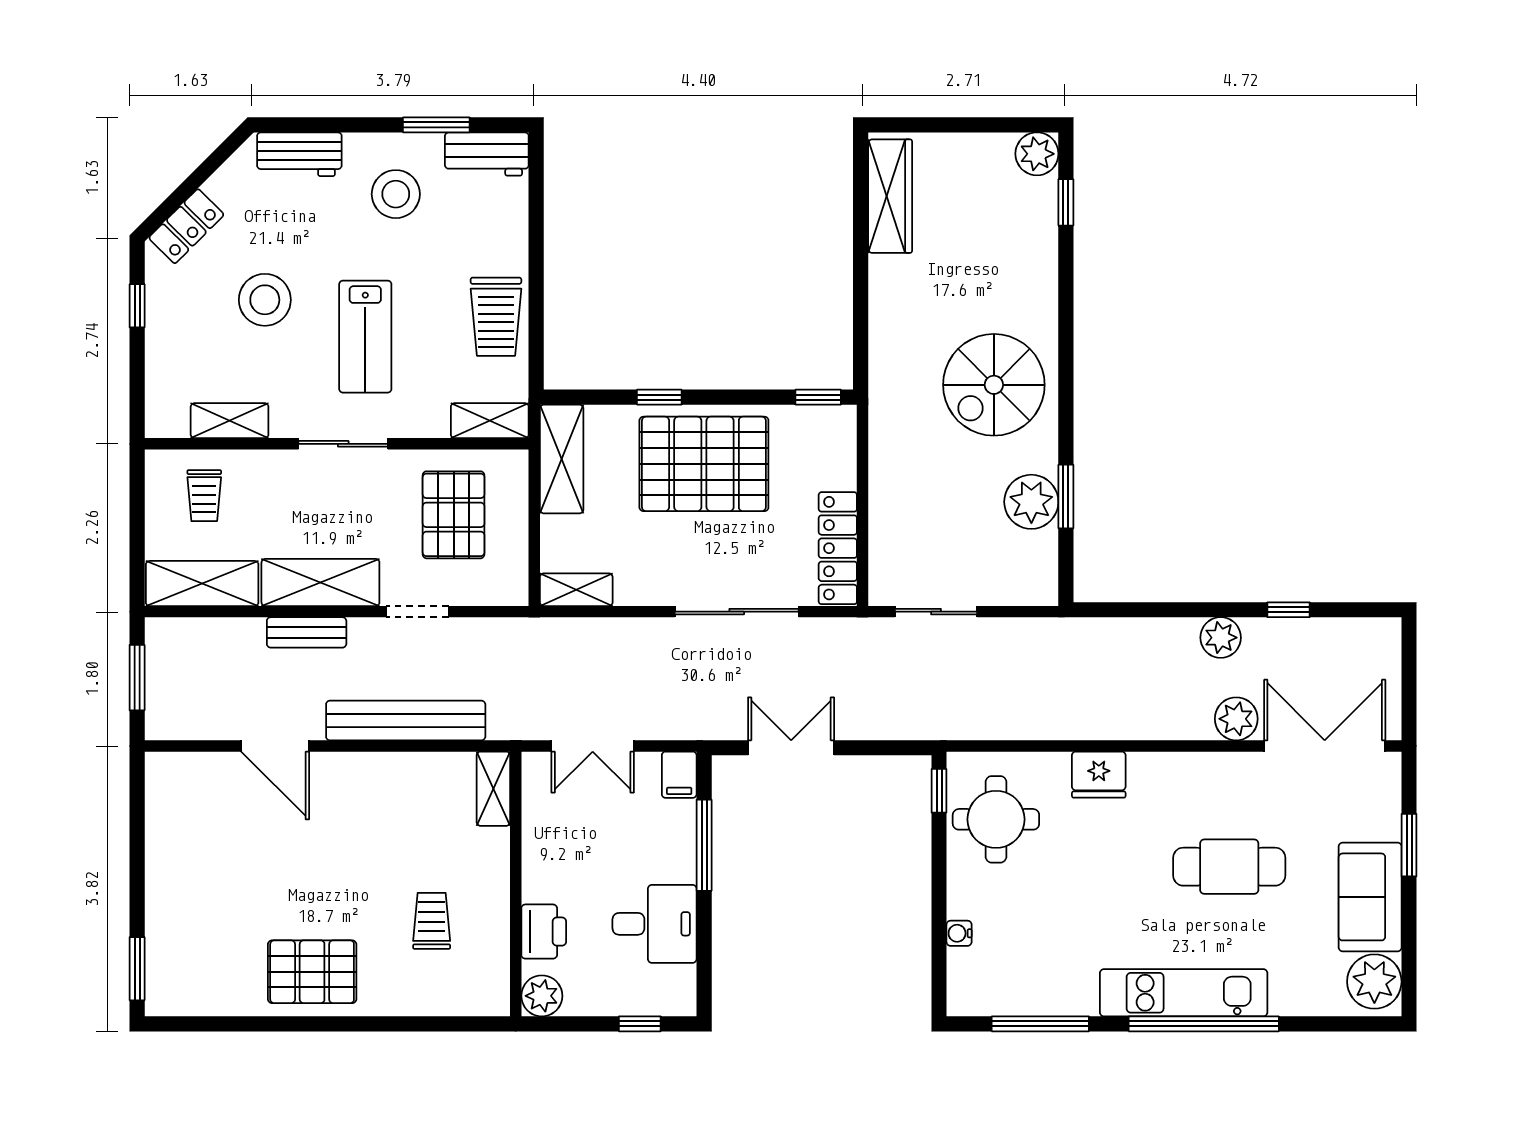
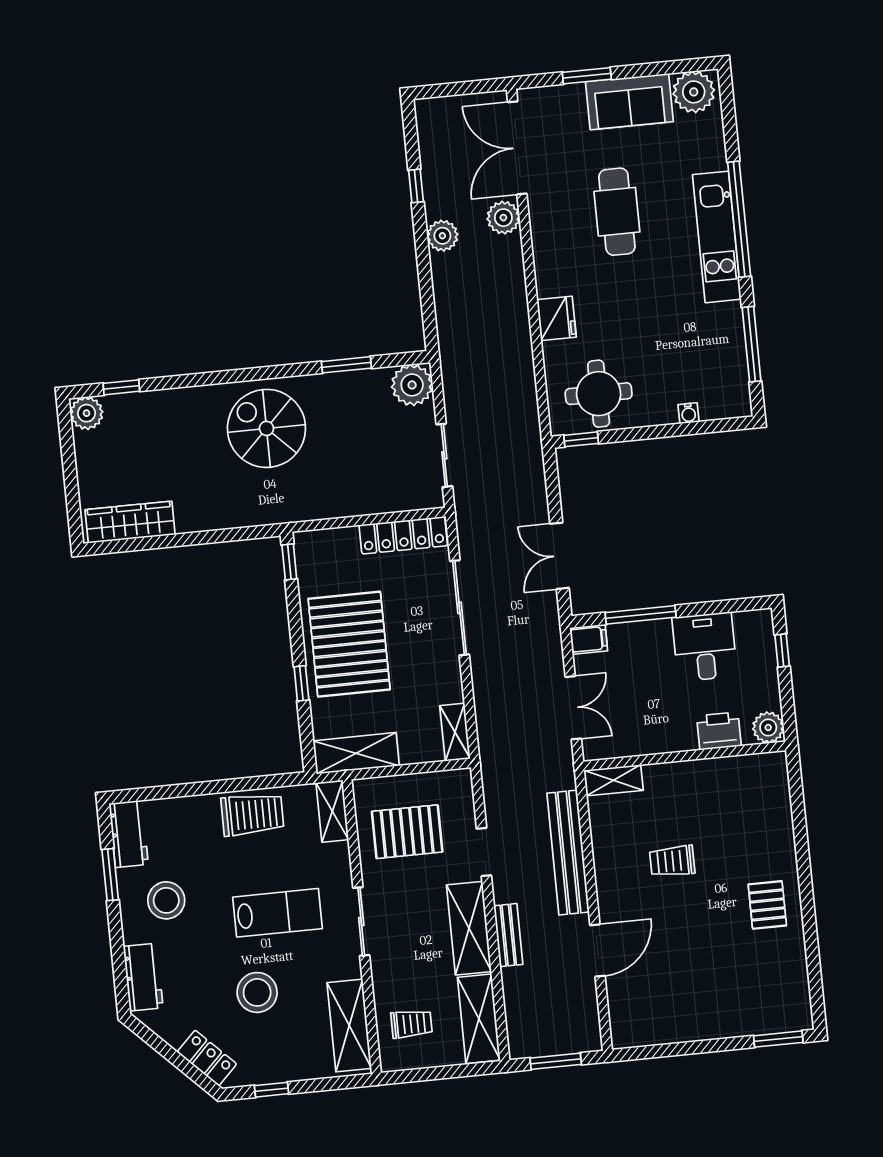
spiral stairs: (994, 385) -> (266, 428), turned 180
shelving: (230, 421) -> (349, 1025), width x1.50, depth x1.33
plant: (1031, 502) -> (412, 385), moved
trolley: (432, 921) -> (672, 861), moved
pallet: (312, 972) -> (767, 905), width x0.67, depth x0.71

